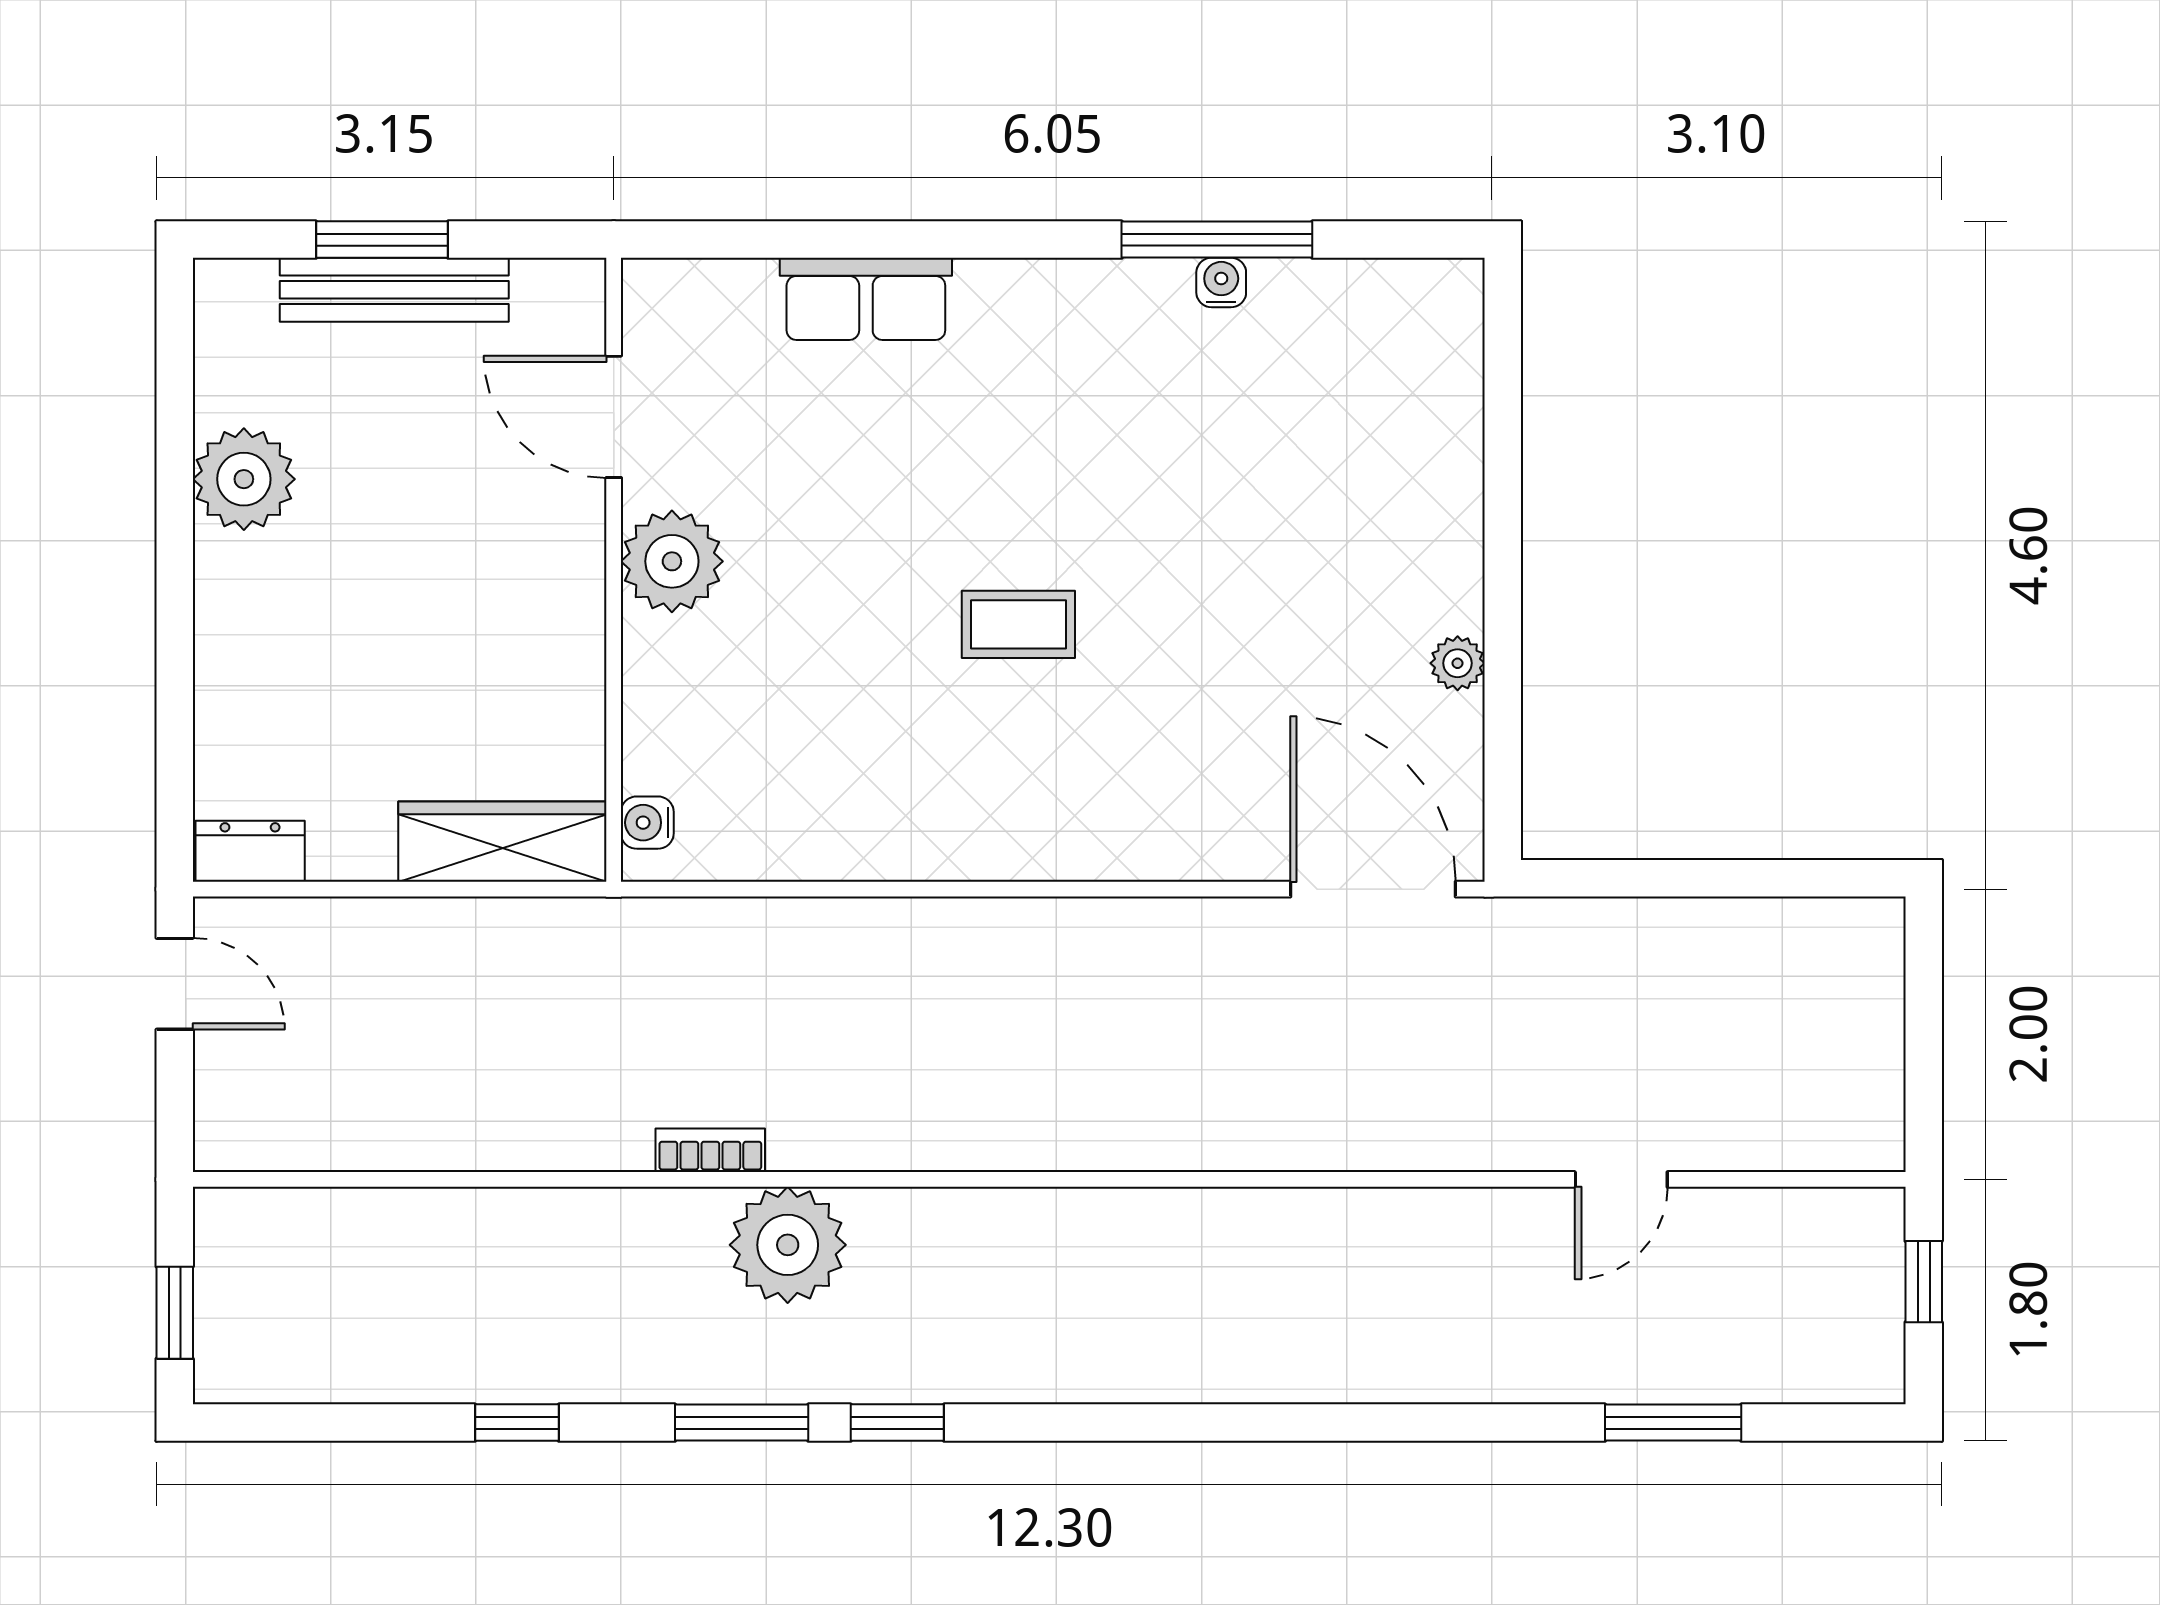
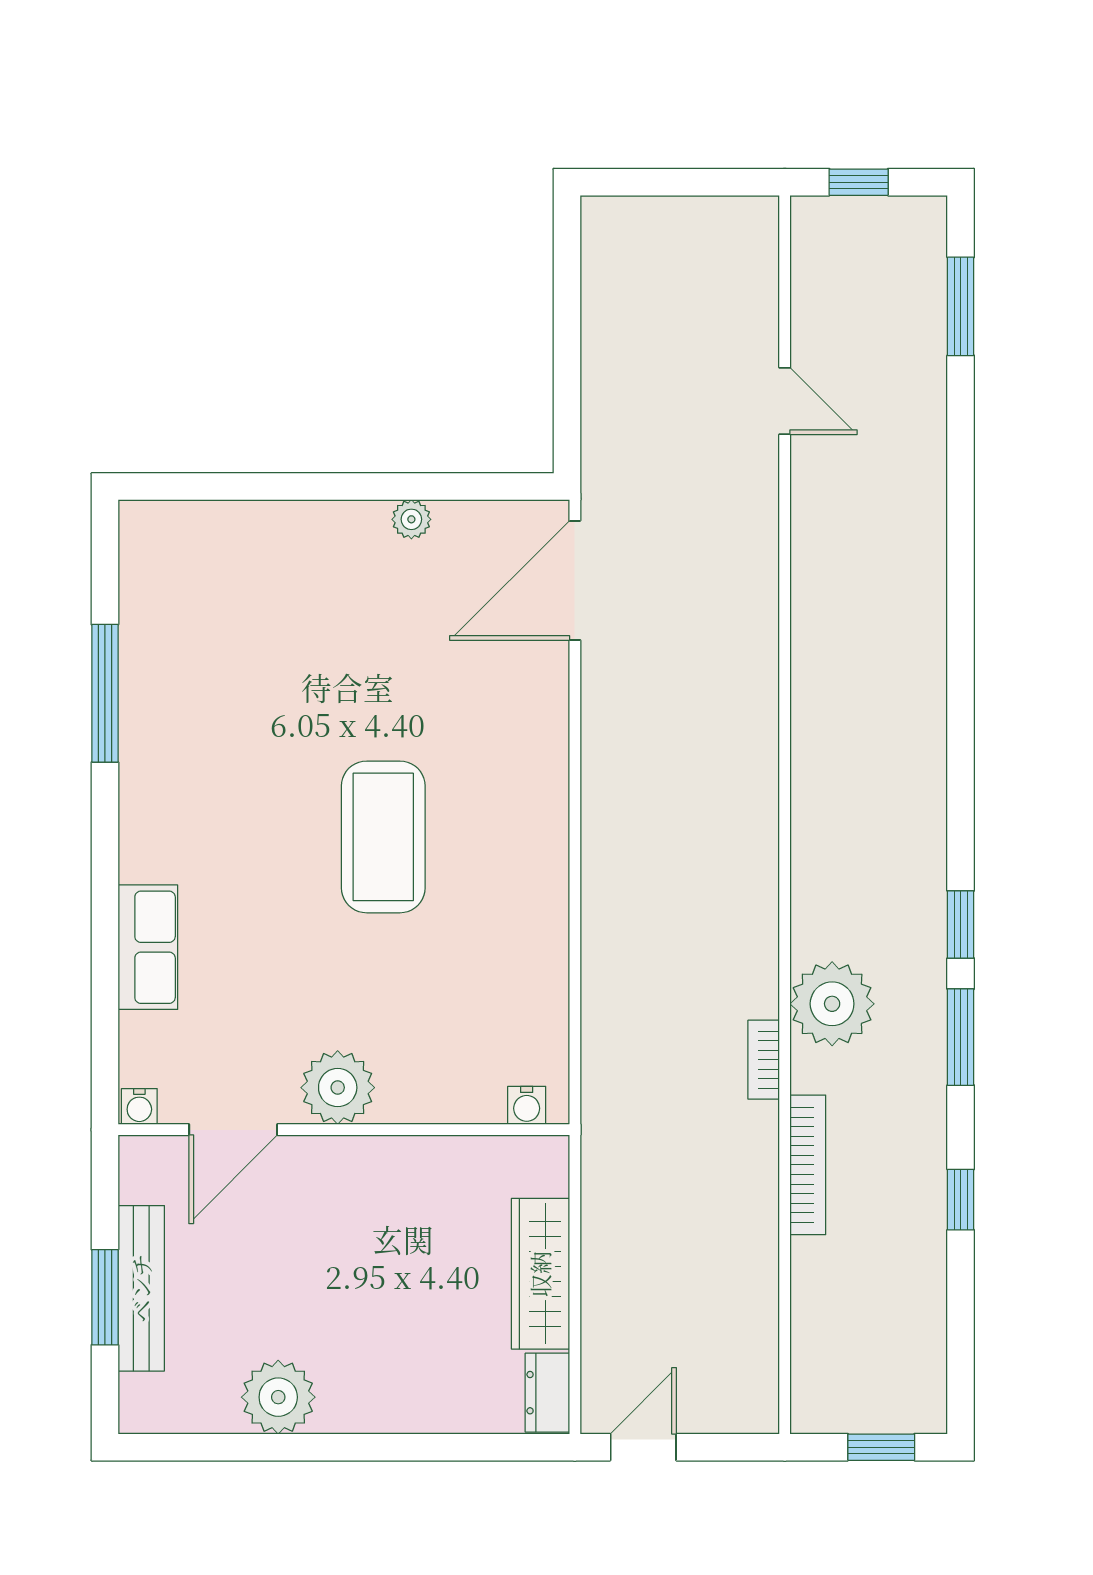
water cooler: (1221, 283) -> (139, 1106), moved, turned -90
coffee table: (1018, 624) -> (383, 837), width x1.86, depth x1.72
wardrobe: (502, 842) -> (540, 1274), moved
bookcase: (565, 1211) -> (808, 1165), added
window: (1673, 1423) -> (961, 306), moved

